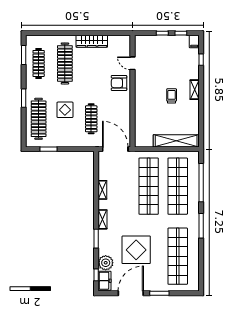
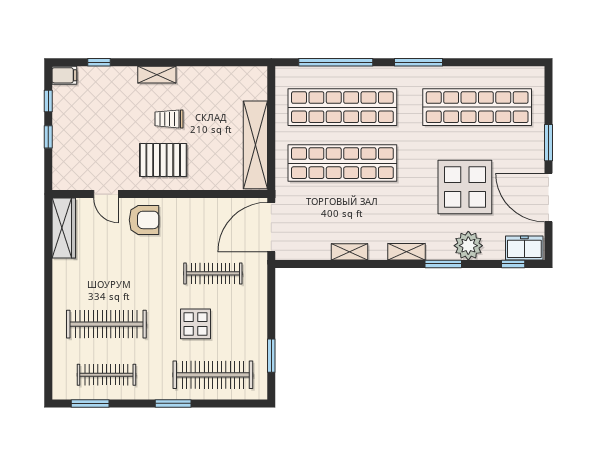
wardrobe: (92, 41) -> (64, 228), moved
door: (132, 63) -> (106, 194), hinge flipped
armchair: (119, 83) -> (144, 220), turned -90
pallet: (150, 93) -> (163, 160), added
shelving: (176, 141) -> (255, 145), moved
plant: (106, 263) -> (468, 246), moved

